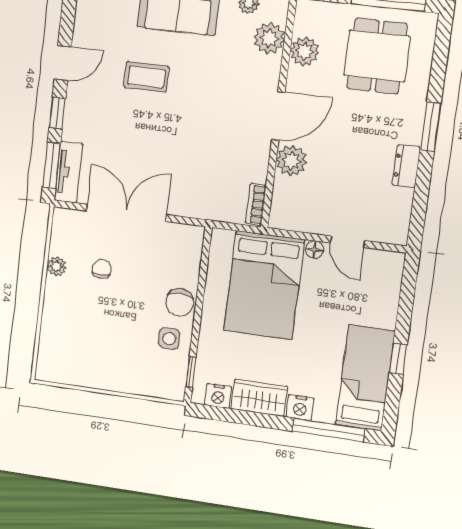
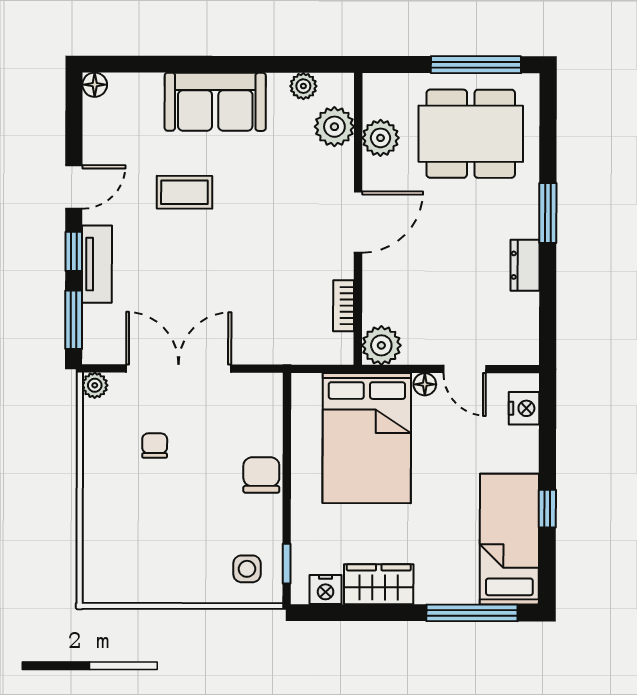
dining table: (377, 56) -> (471, 134), width x1.37
plant: (291, 161) -> (381, 345), moved
tv unit: (68, 172) -> (97, 264), moved
bookcase: (256, 204) -> (344, 306), moved
plant: (56, 266) -> (95, 385), moved
chair: (180, 302) -> (261, 475), turned 180
side table: (169, 339) -> (247, 569), moved
nightstand: (300, 408) -> (524, 408), moved, turned -90

